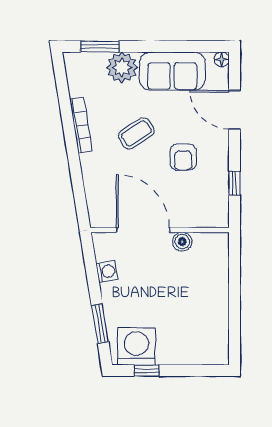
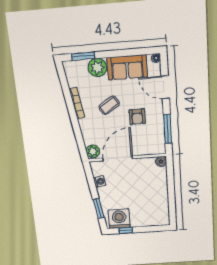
window: (235, 183) -> (168, 129), width x2.17
plant: (100, 214) -> (93, 151), added
door: (143, 230) -> (118, 158), hinge flipped
boiler: (182, 242) -> (161, 162), moved

